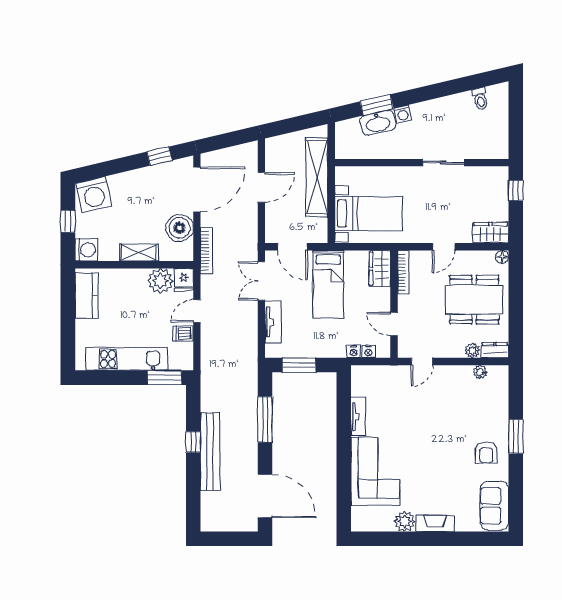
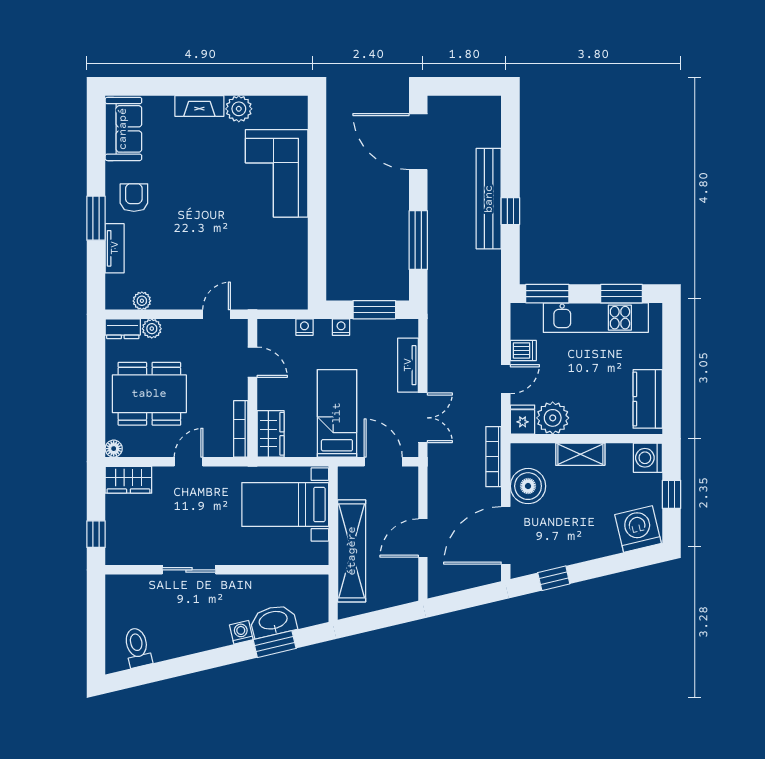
toilet: (480, 99) -> (137, 647), width x1.37, depth x1.39
nightstand: (368, 352) -> (341, 327), moved
window: (107, 378) -> (621, 294), added
tv unit: (358, 417) -> (115, 248), moved, turned 180

